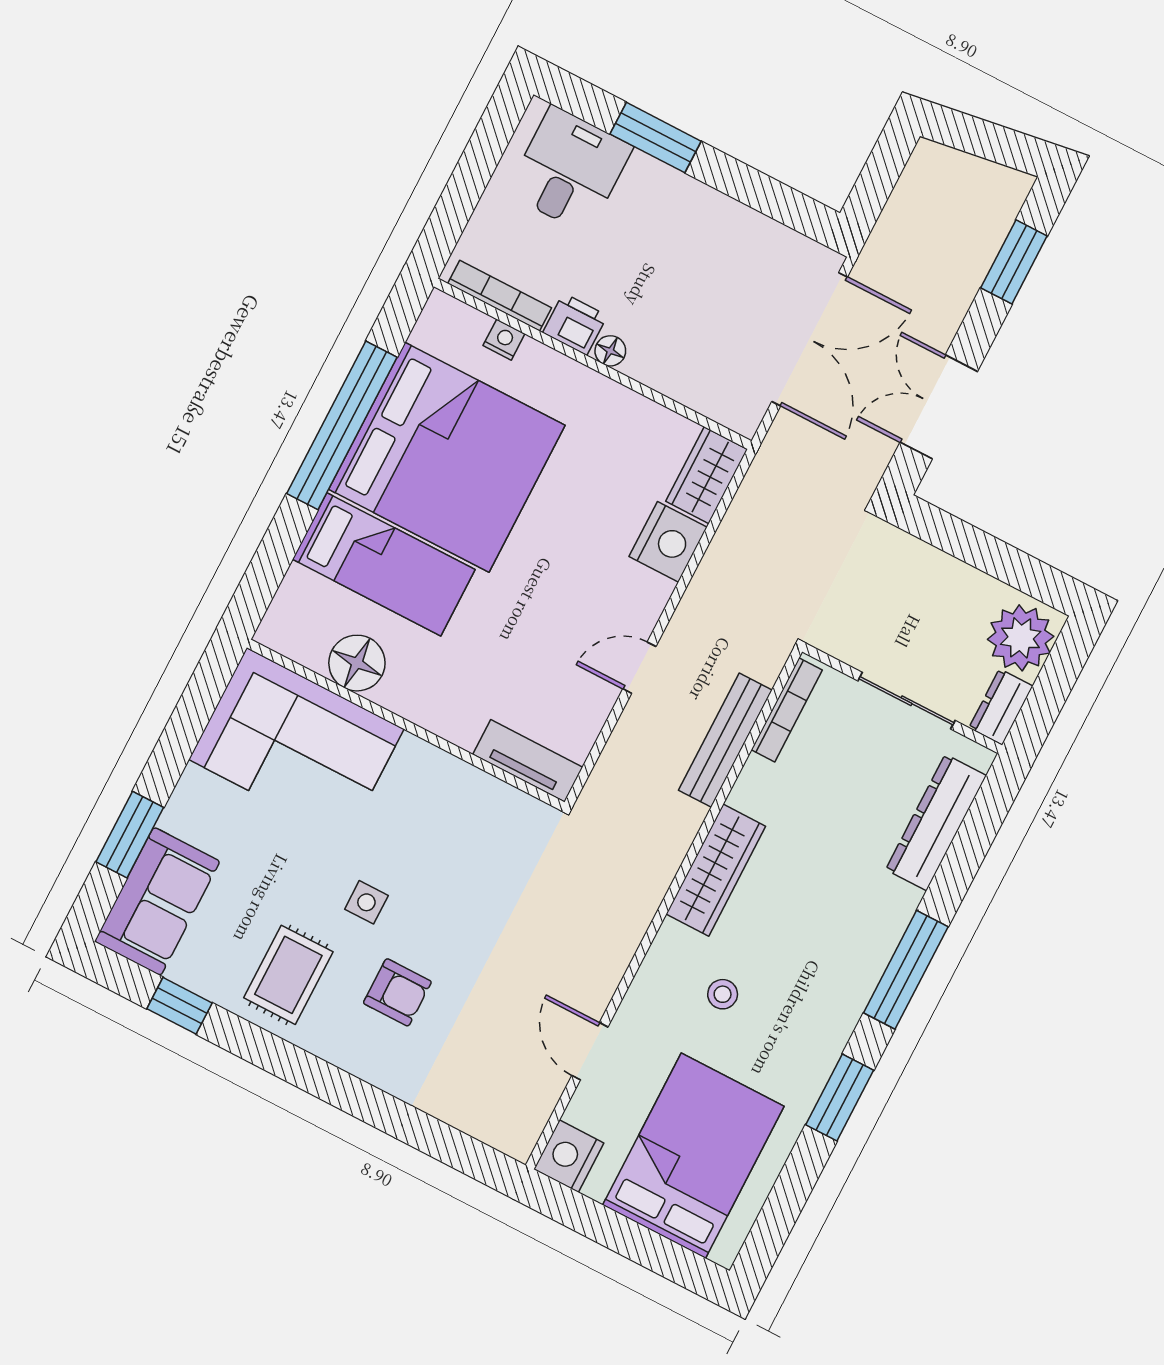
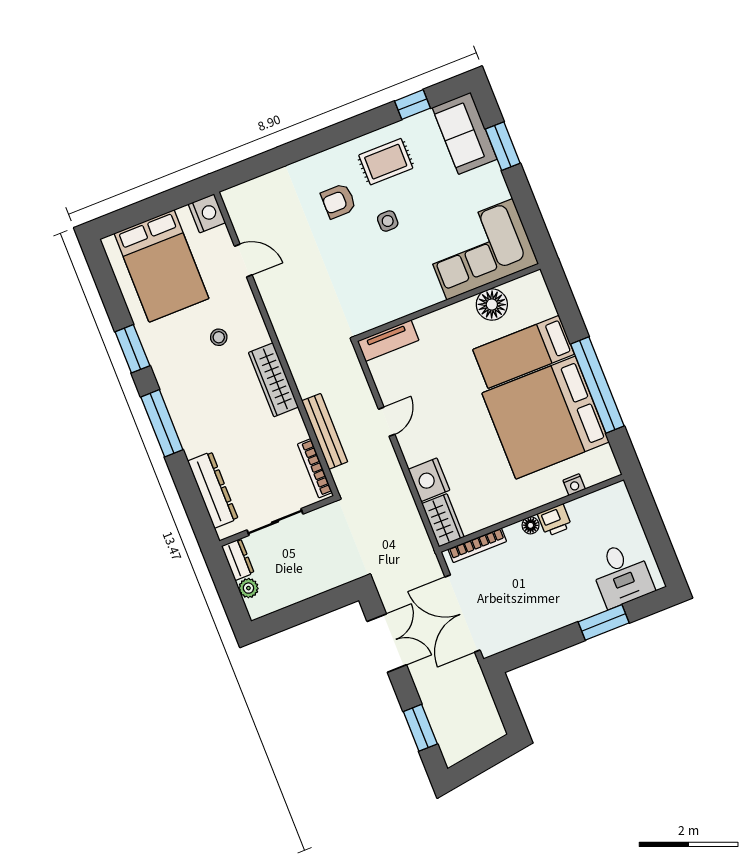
bookcase: (500, 296) -> (477, 545), moved
plant: (1021, 638) -> (248, 588), width x0.53, depth x0.53
rug: (288, 975) -> (386, 162), turned 90

